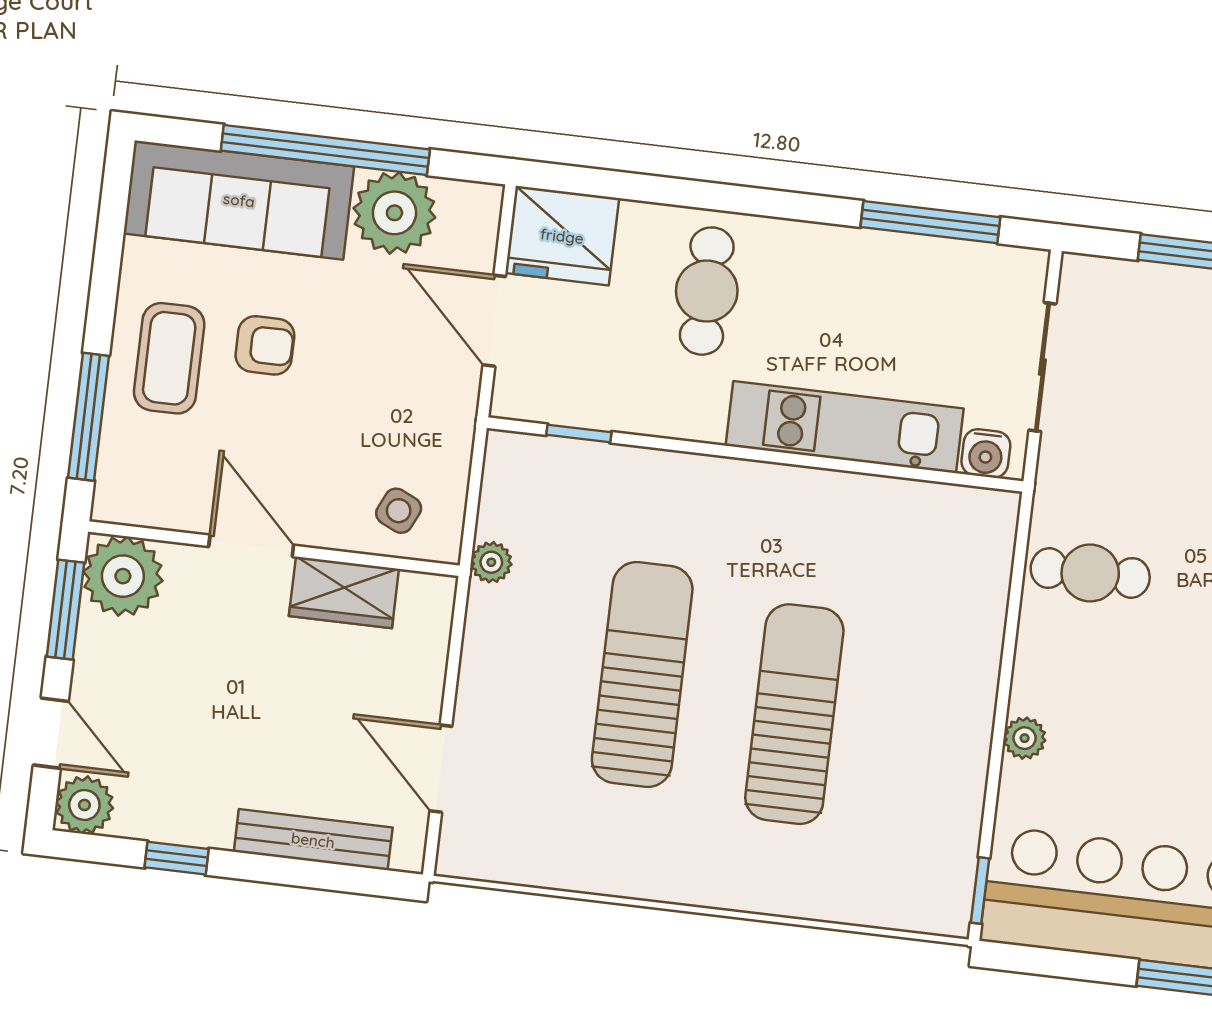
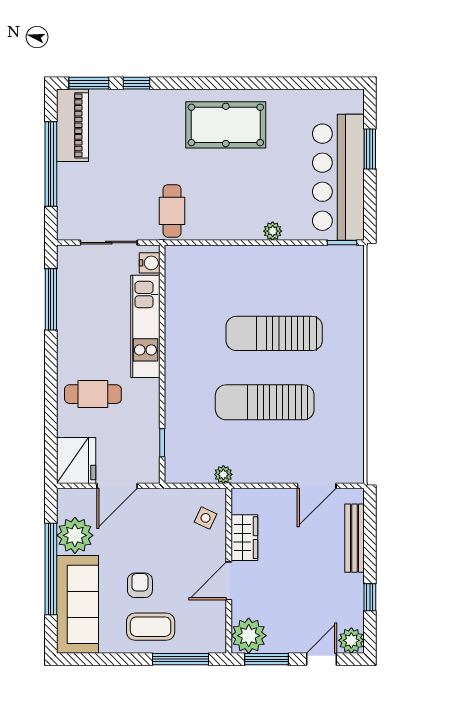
cafe table: (1090, 573) -> (172, 211), moved

